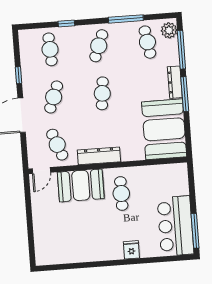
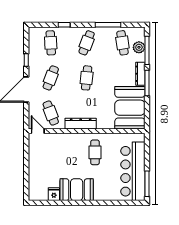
plant: (169, 30) -> (139, 47), moved
door: (41, 171) -> (38, 131), swing flipped
booth: (81, 185) -> (77, 190), moved
bar counter: (176, 226) -> (133, 171), width x1.36
fridge: (131, 250) -> (54, 194), moved

